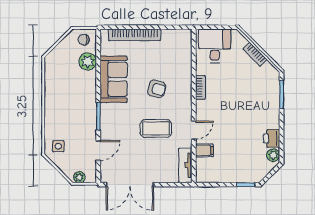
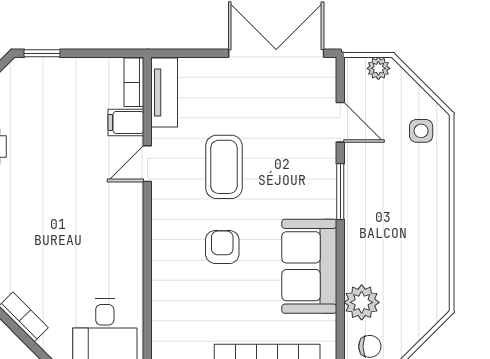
bookcase: (200, 87) -> (134, 82), moved
armchair: (157, 89) -> (222, 247), turned 74
coffee table: (156, 128) -> (224, 167), turned 90
door: (98, 151) -> (340, 122), swing flipped

